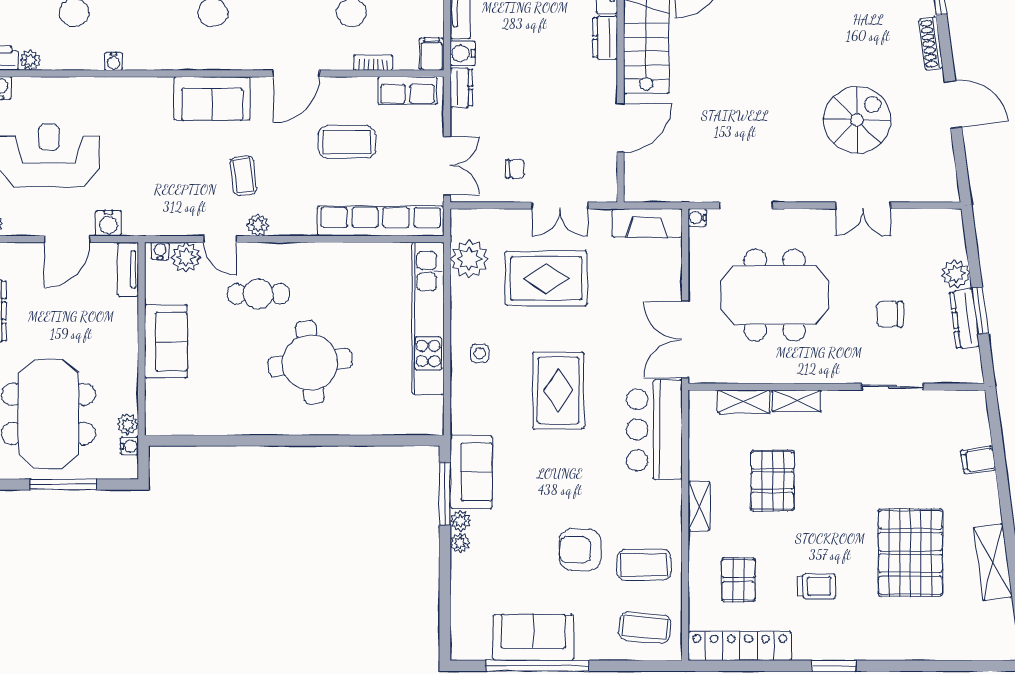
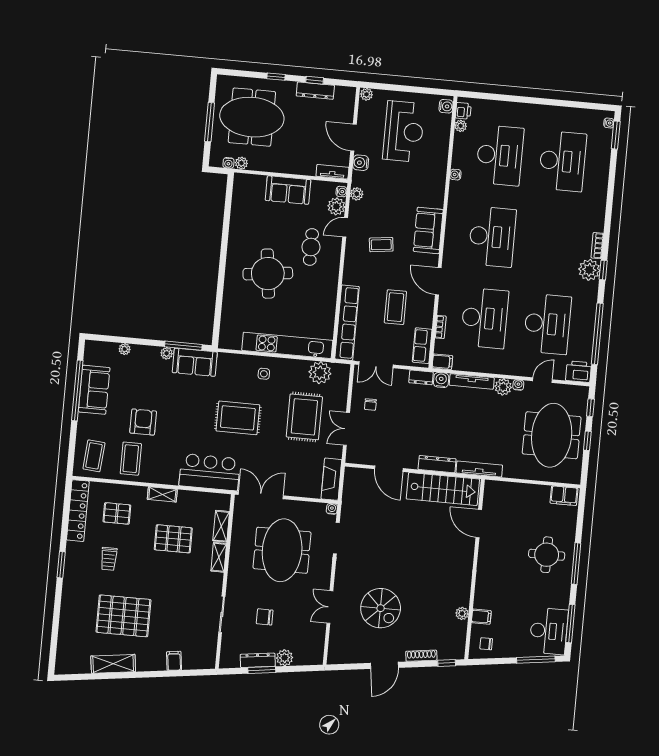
dresser: (605, 38) -> (437, 464), width x1.44
plant: (258, 225) -> (357, 194), moved
chair: (890, 314) -> (265, 617), turned -90
plant: (460, 543) -> (125, 349), moved

